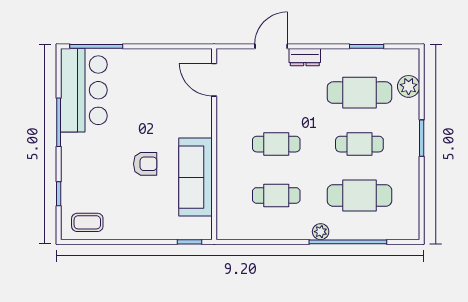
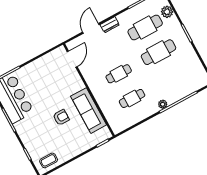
door: (214, 80) -> (72, 59), swing flipped
cafe table: (359, 144) -> (159, 52), width x1.37, depth x1.35
cafe table: (359, 195) -> (172, 77), removed

